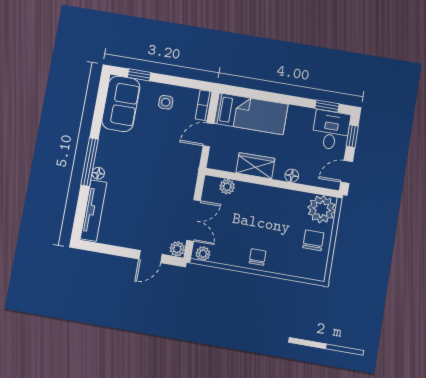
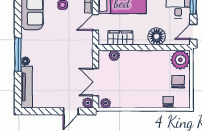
wardrobe: (255, 166) -> (120, 38), moved
floor lamp: (292, 176) -> (157, 36), width x1.89, depth x1.89
double door: (194, 220) -> (95, 82), swing flipped
chair: (258, 257) -> (168, 101), moved

